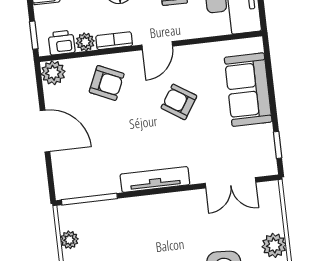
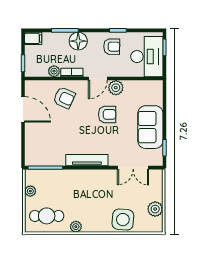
printer: (62, 43) -> (39, 70), removed
plant: (53, 73) -> (116, 88), moved
sofa: (248, 90) -> (150, 127), moved
armchair: (179, 102) -> (107, 114), turned 147
door: (45, 131) -> (23, 109), moved

